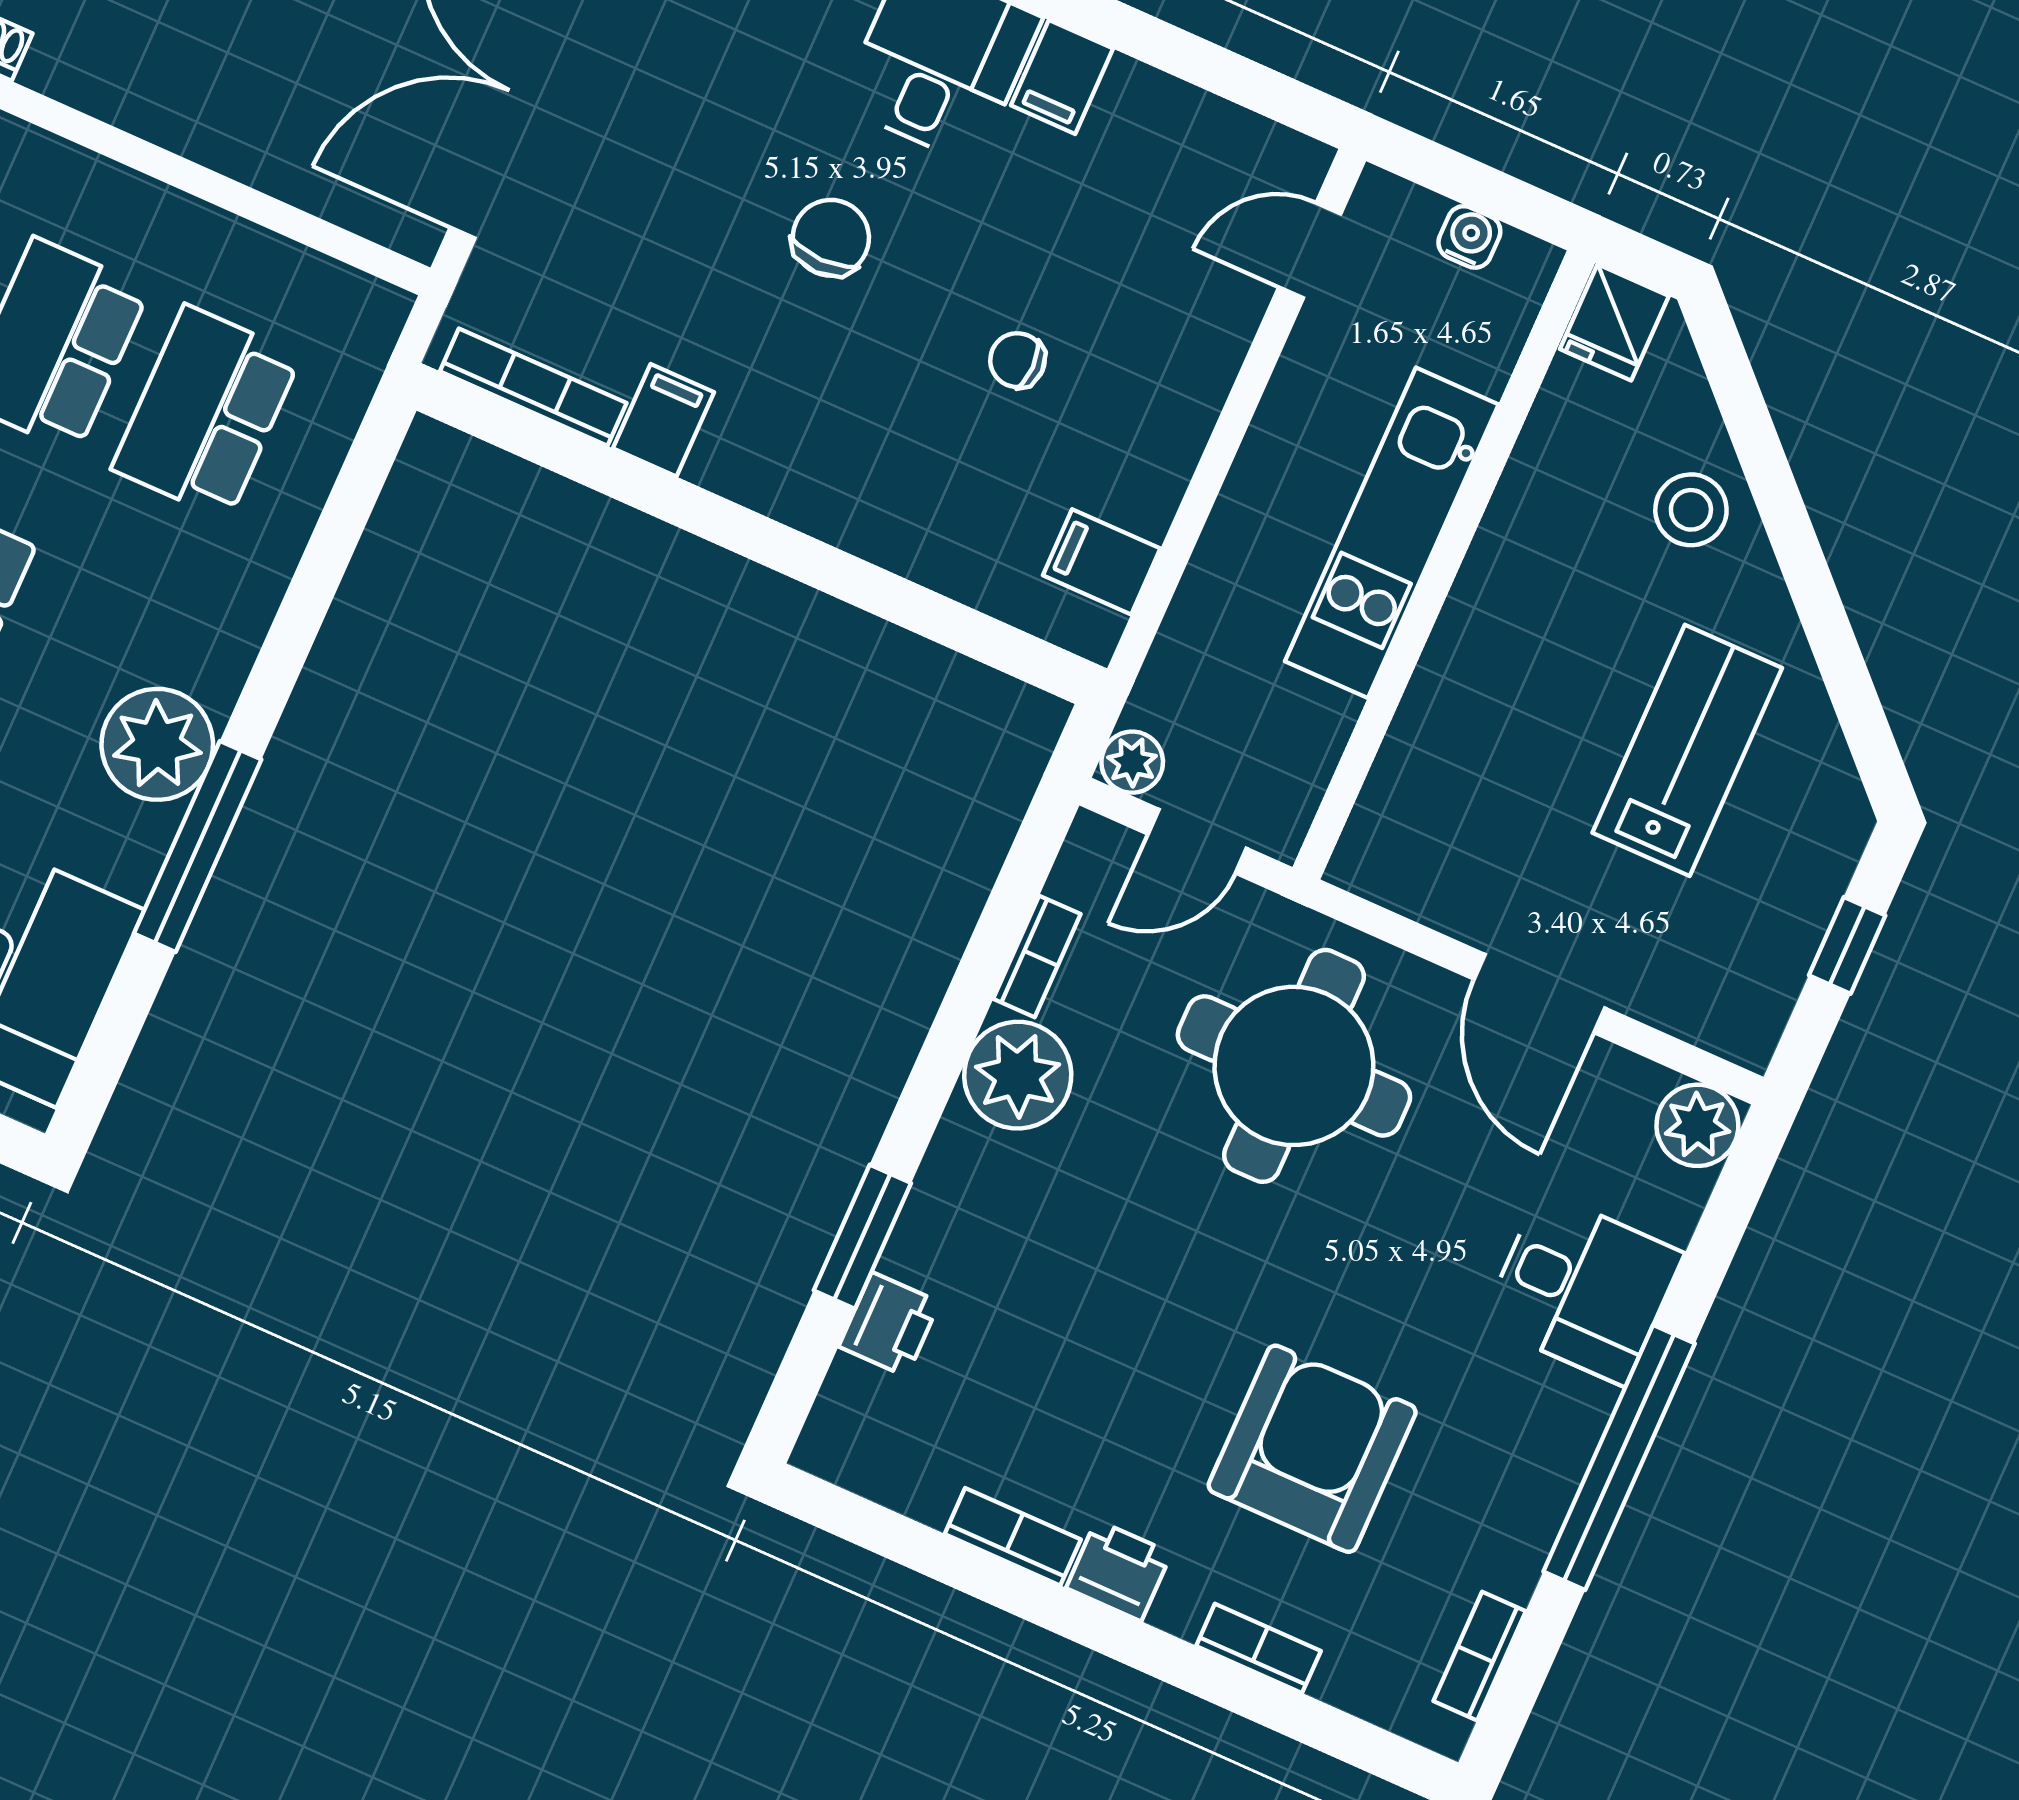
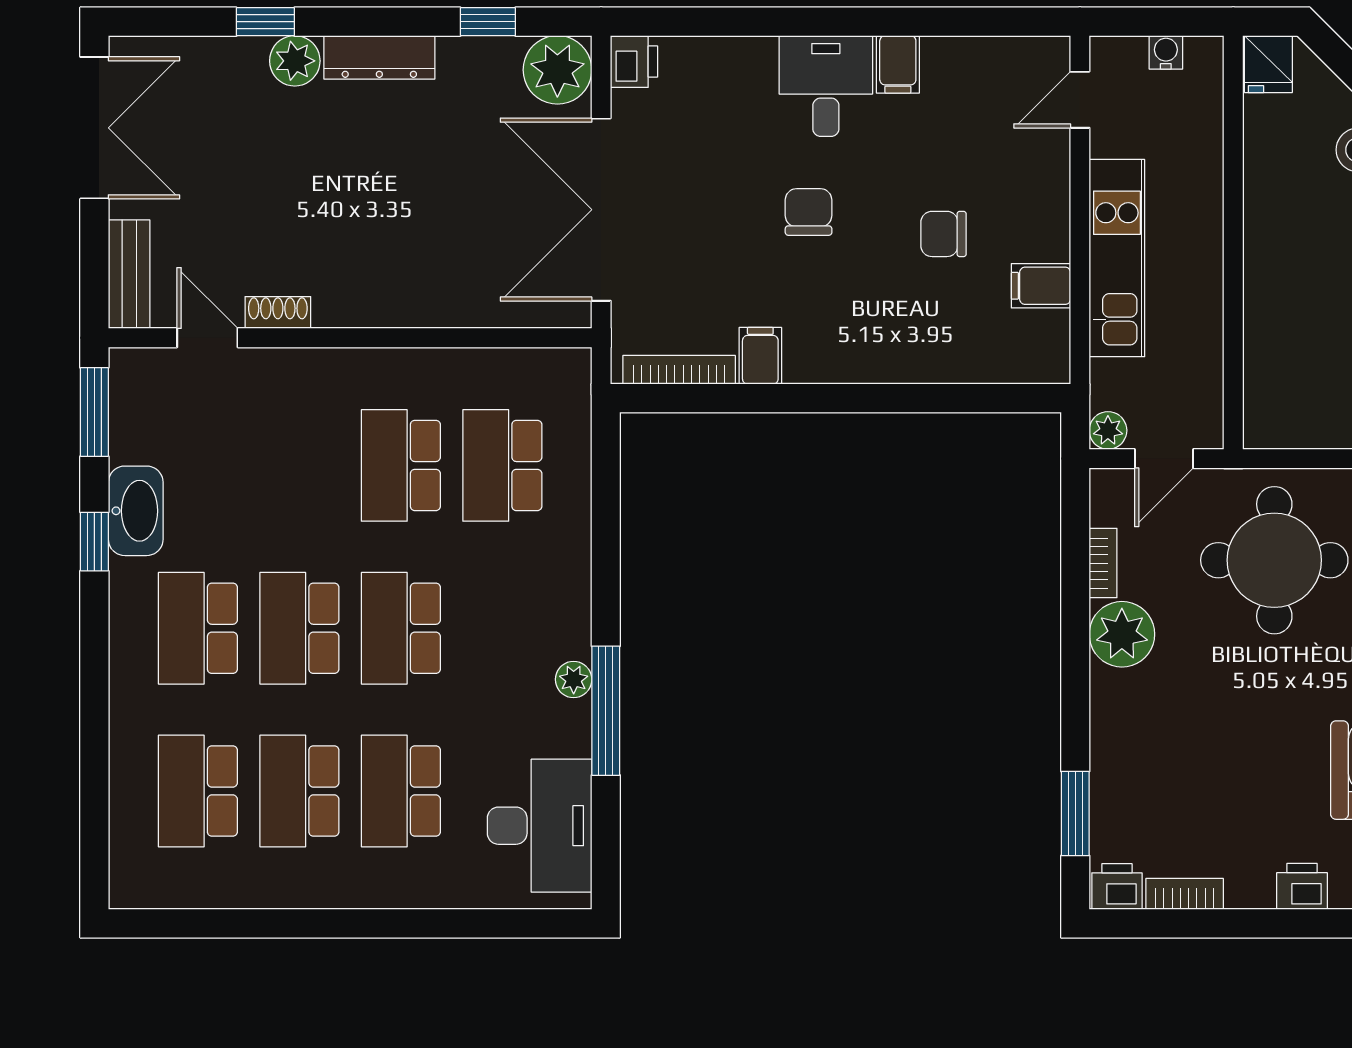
chair: (1017, 360) -> (944, 234), width x1.37, depth x1.37
kitchen unit: (1392, 533) -> (1117, 258), moved, turned 180
filing cabinet: (1102, 562) -> (1041, 286), moved
plant: (157, 744) -> (574, 679), width x0.53, depth x0.53
window: (862, 1237) -> (1075, 814), moved
printer: (889, 1324) -> (1117, 887), moved, turned -90
bookcase: (1013, 1537) -> (1185, 894), moved

